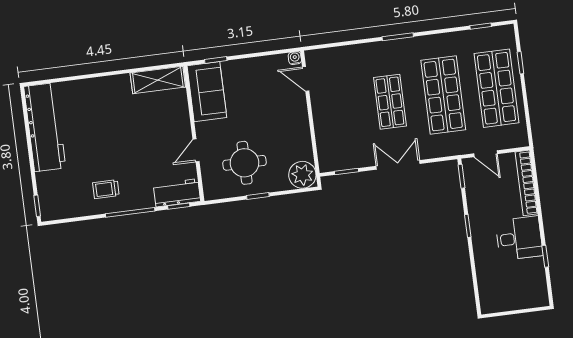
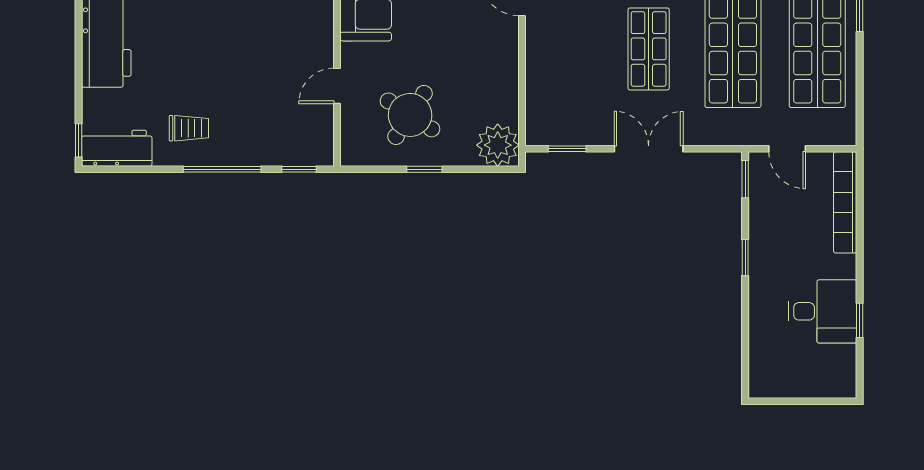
round table: (245, 163) -> (410, 115), turned 33
trolley: (106, 189) -> (189, 128), turned 180
workbench: (177, 193) -> (117, 148), moved
desk: (519, 238) -> (823, 311), moved

